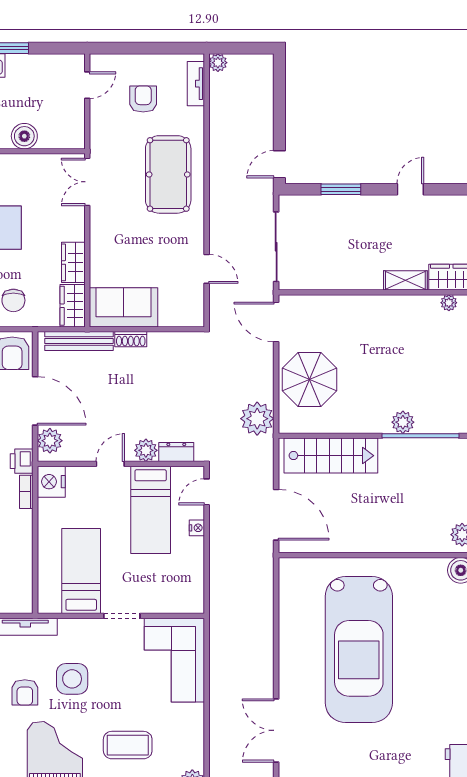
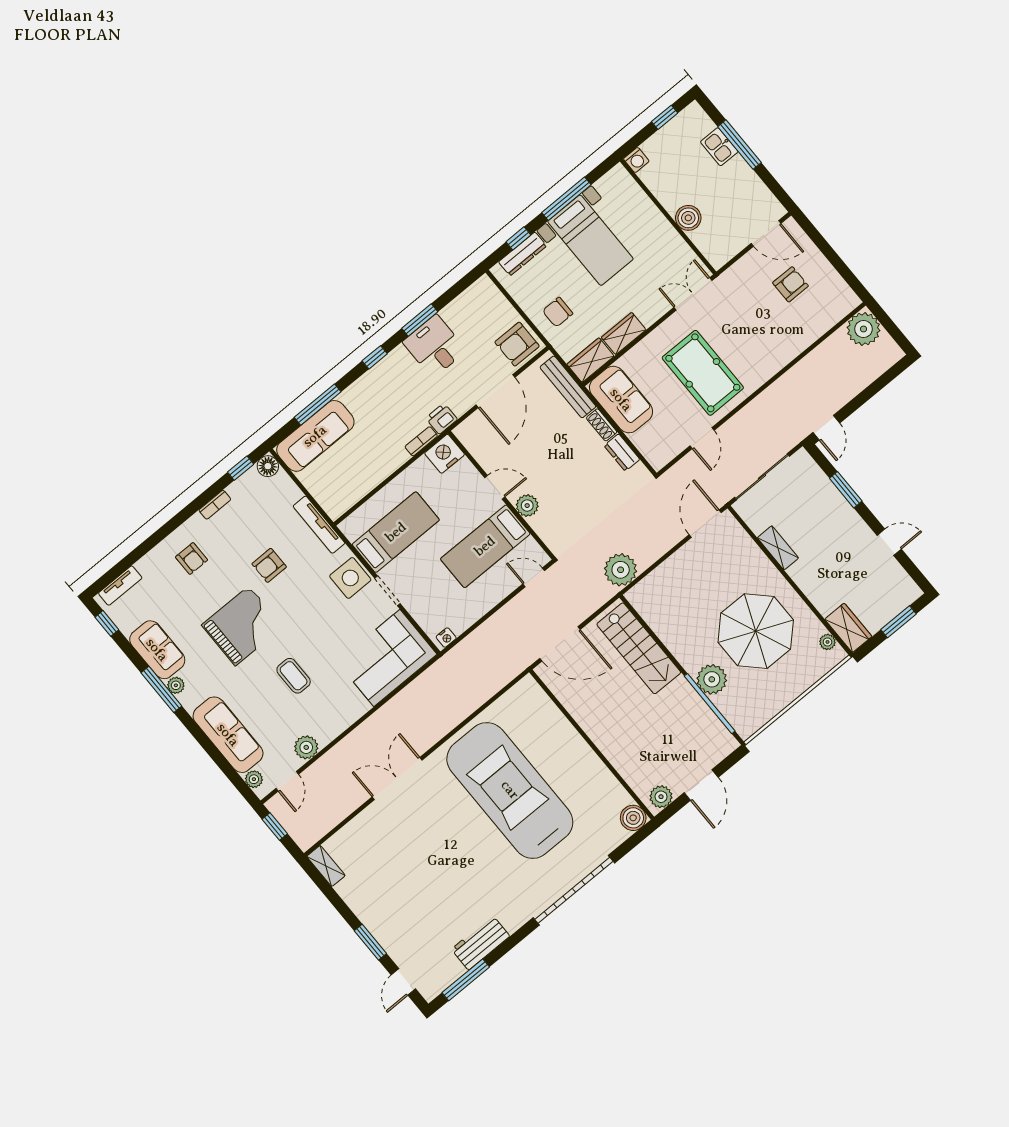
plant: (218, 63) -> (863, 329), width x1.88, depth x1.88
tv unit: (196, 84) -> (835, 315), removed
door: (87, 85) -> (766, 233), width x1.38
door: (279, 164) -> (826, 428), swing flipped
pool table: (168, 174) -> (703, 373), moved, turned 90
shelving: (405, 280) -> (778, 548), moved
parasol: (309, 379) -> (756, 631), moved, width x1.36, depth x1.36
plant: (403, 422) -> (712, 679), width x1.36, depth x1.36
plant: (50, 441) -> (475, 427), removed
dresser: (176, 452) -> (622, 452), moved, turned 180
door: (276, 515) -> (560, 644), hinge flipped
nightstand: (197, 528) -> (446, 637), moved
car: (359, 650) -> (510, 790), turned 90
side table: (72, 679) -> (350, 578), moved
coffee table: (128, 745) -> (294, 676), width x0.73, depth x0.77

